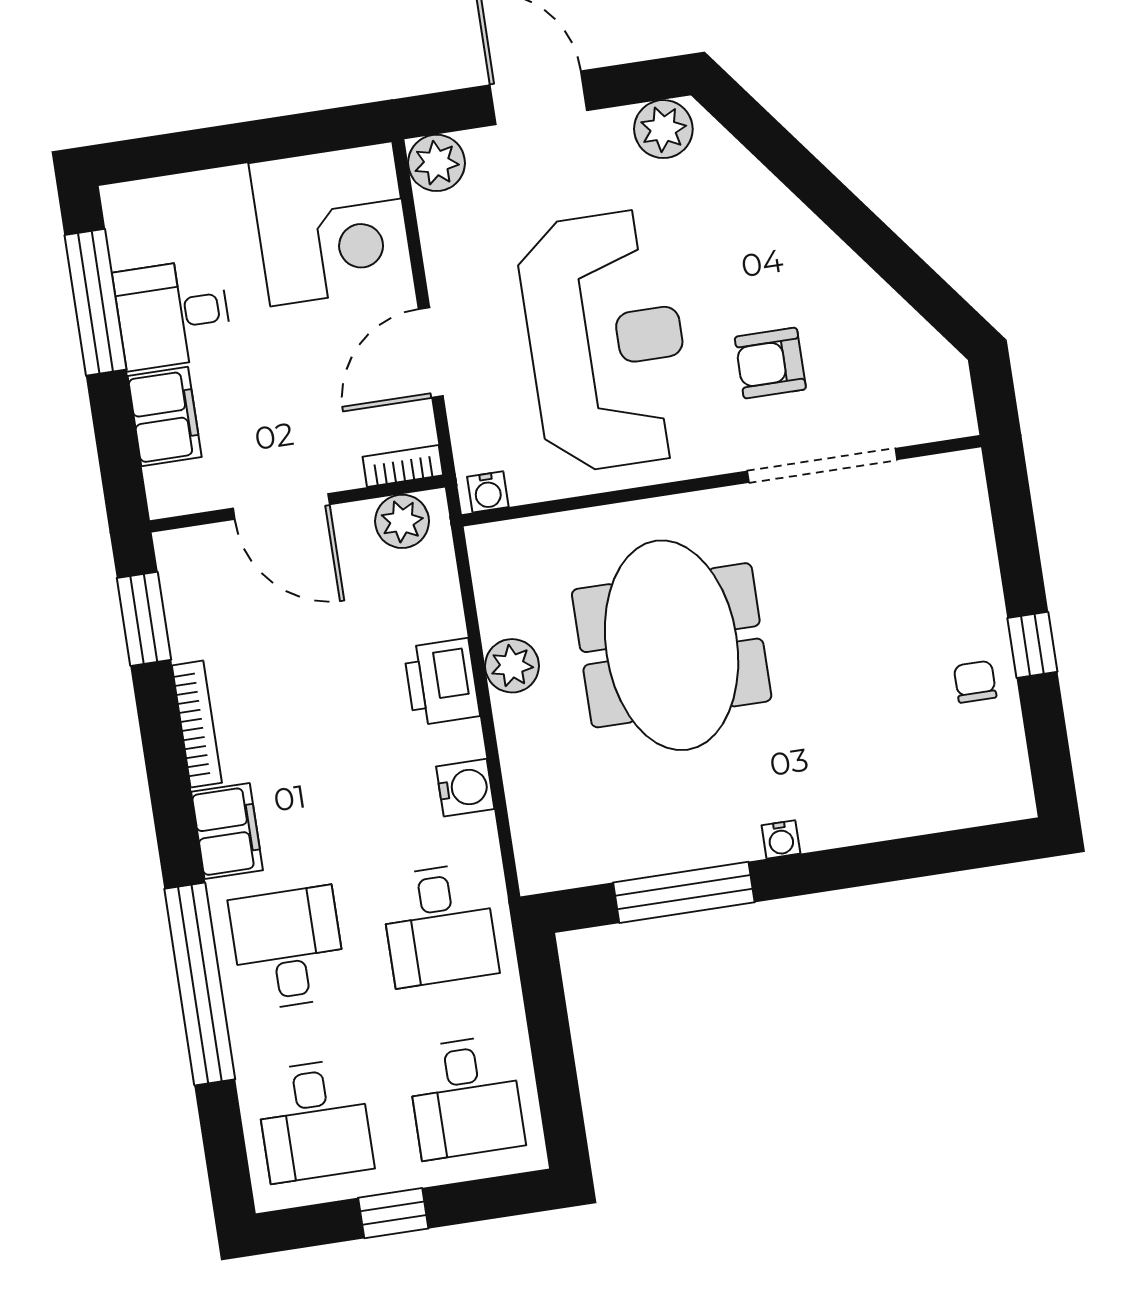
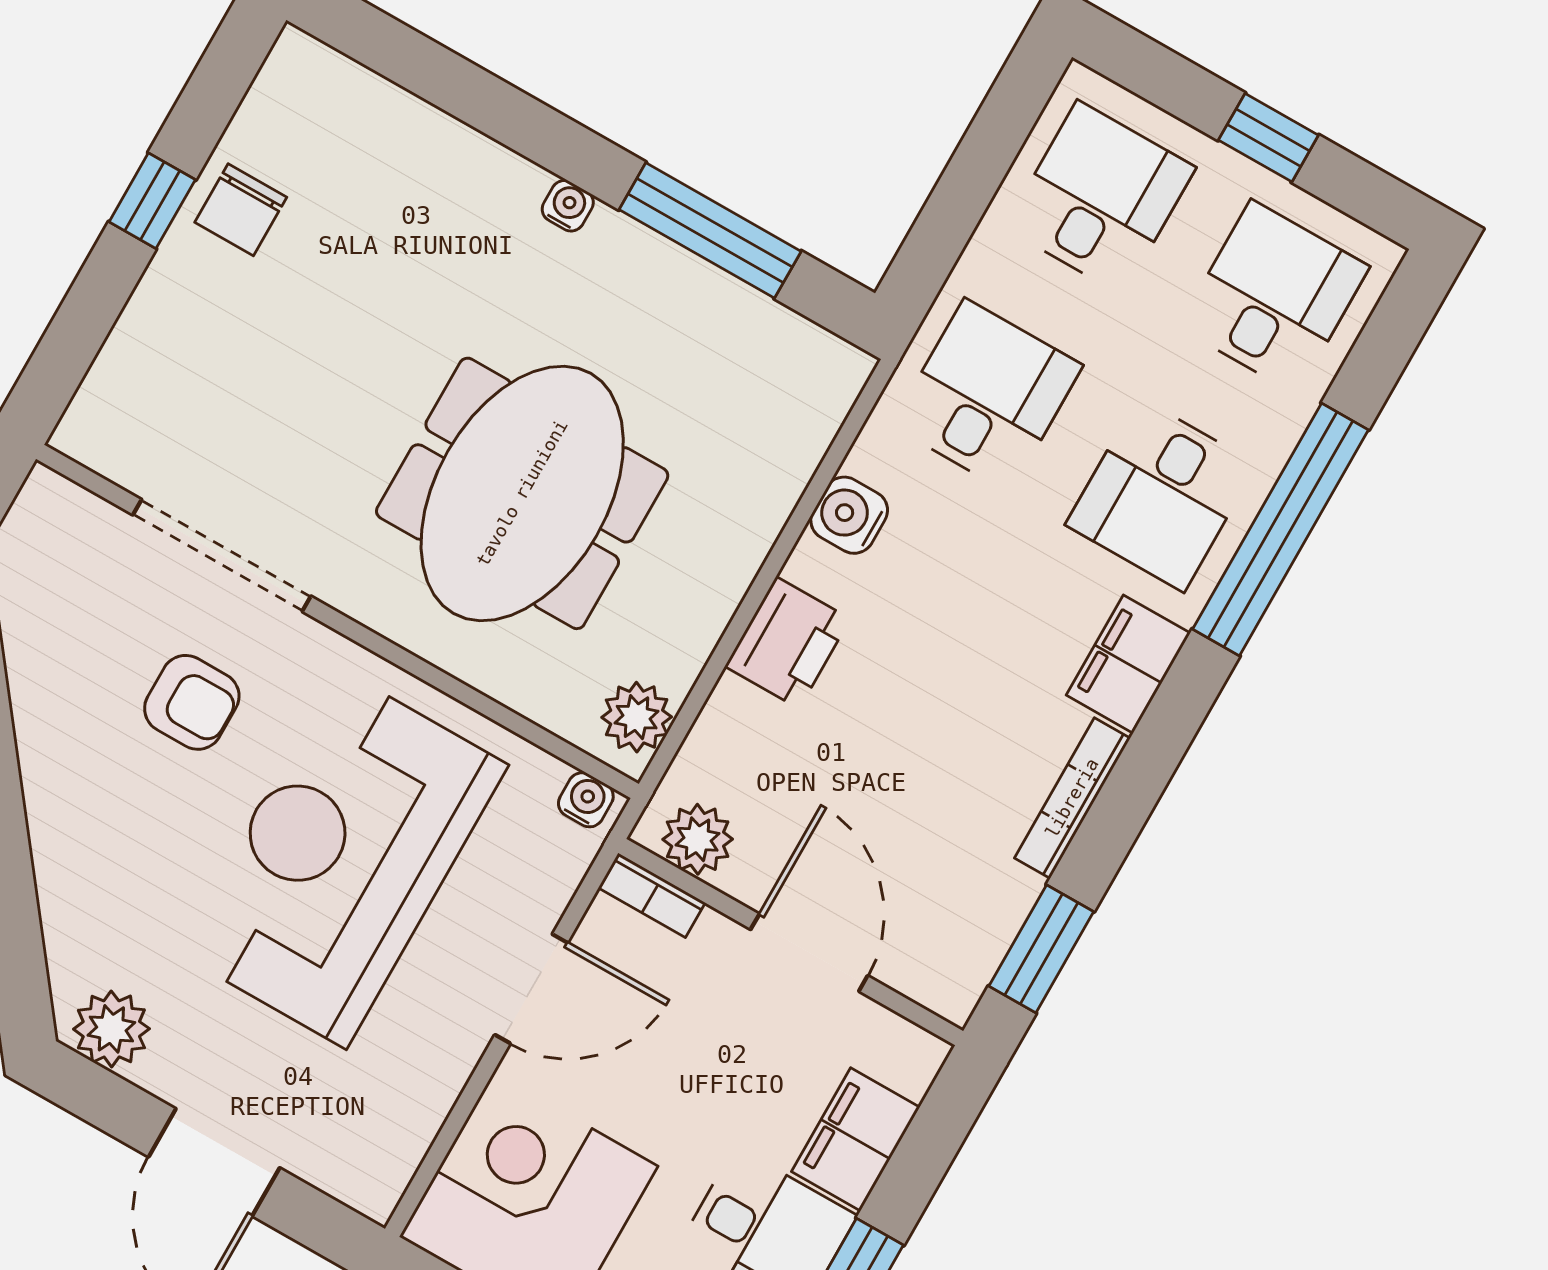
plant: (437, 163) -> (371, 1178), removed
plant: (512, 666) -> (637, 717), moved
chair: (975, 682) -> (241, 210), width x1.37, depth x1.37

